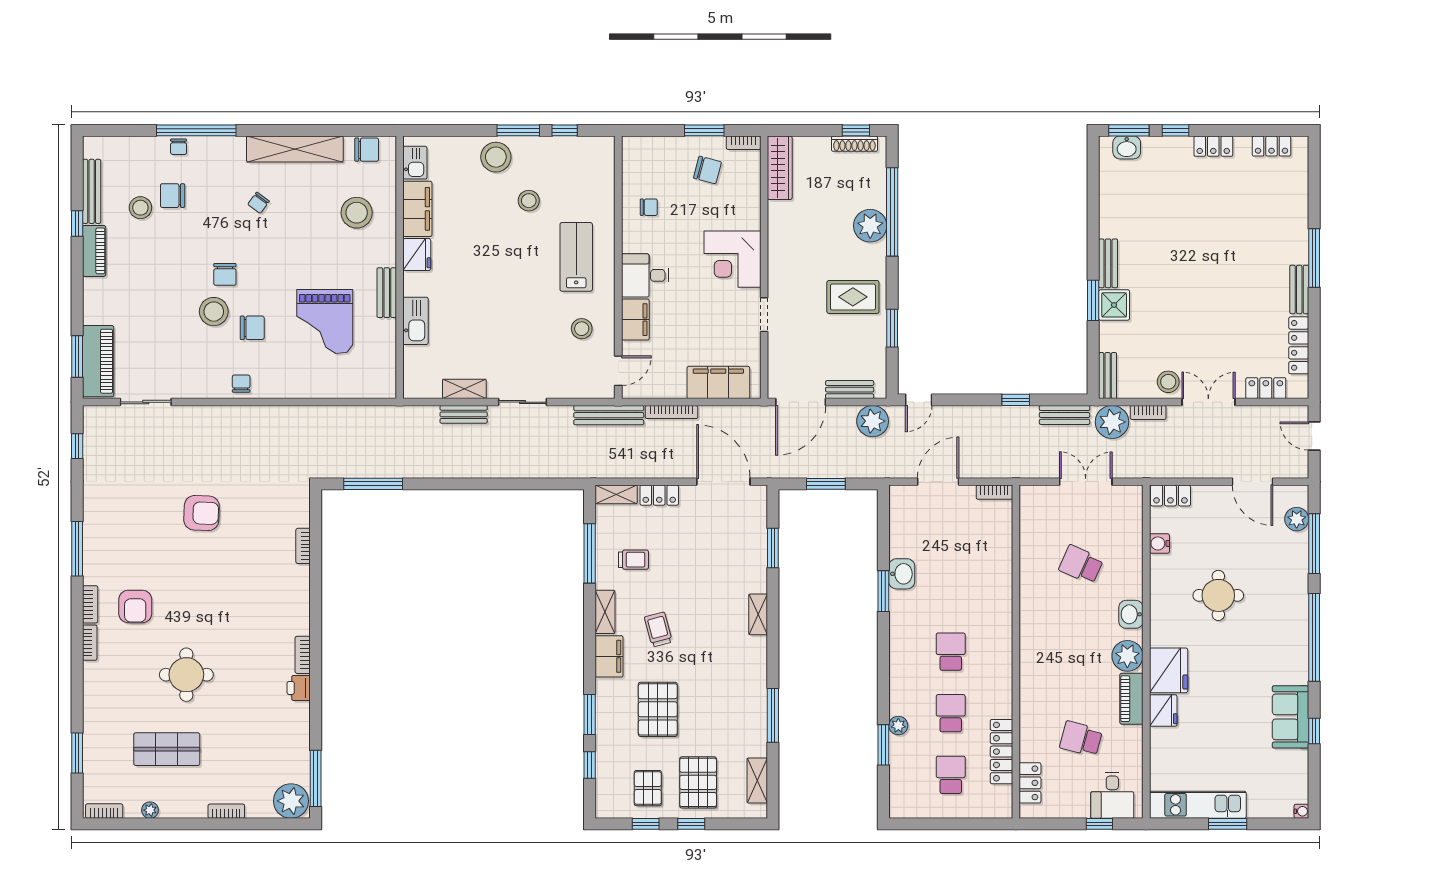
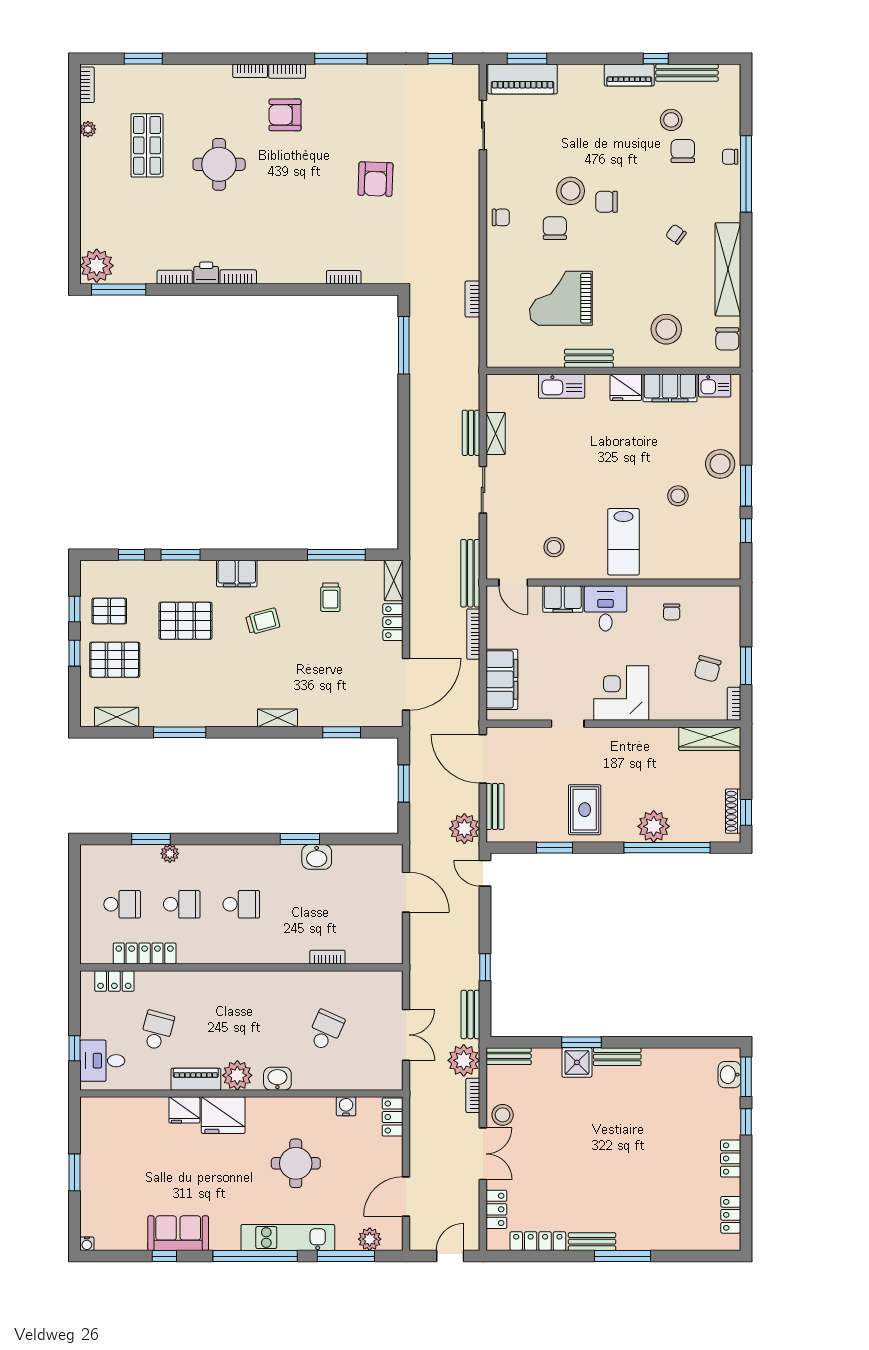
lab bench: (576, 257) -> (623, 542), turned 90
chair: (252, 328) -> (555, 228), turned 180
bookcase: (325, 413) -> (472, 299), added
bookcase: (994, 492) -> (327, 957), moved, turned 90
shelving: (605, 612) -> (280, 570), removed
kitchen unit: (1198, 805) -> (288, 1238), moved, turned -90
bookcase: (226, 811) -> (175, 277), moved, turned -90

